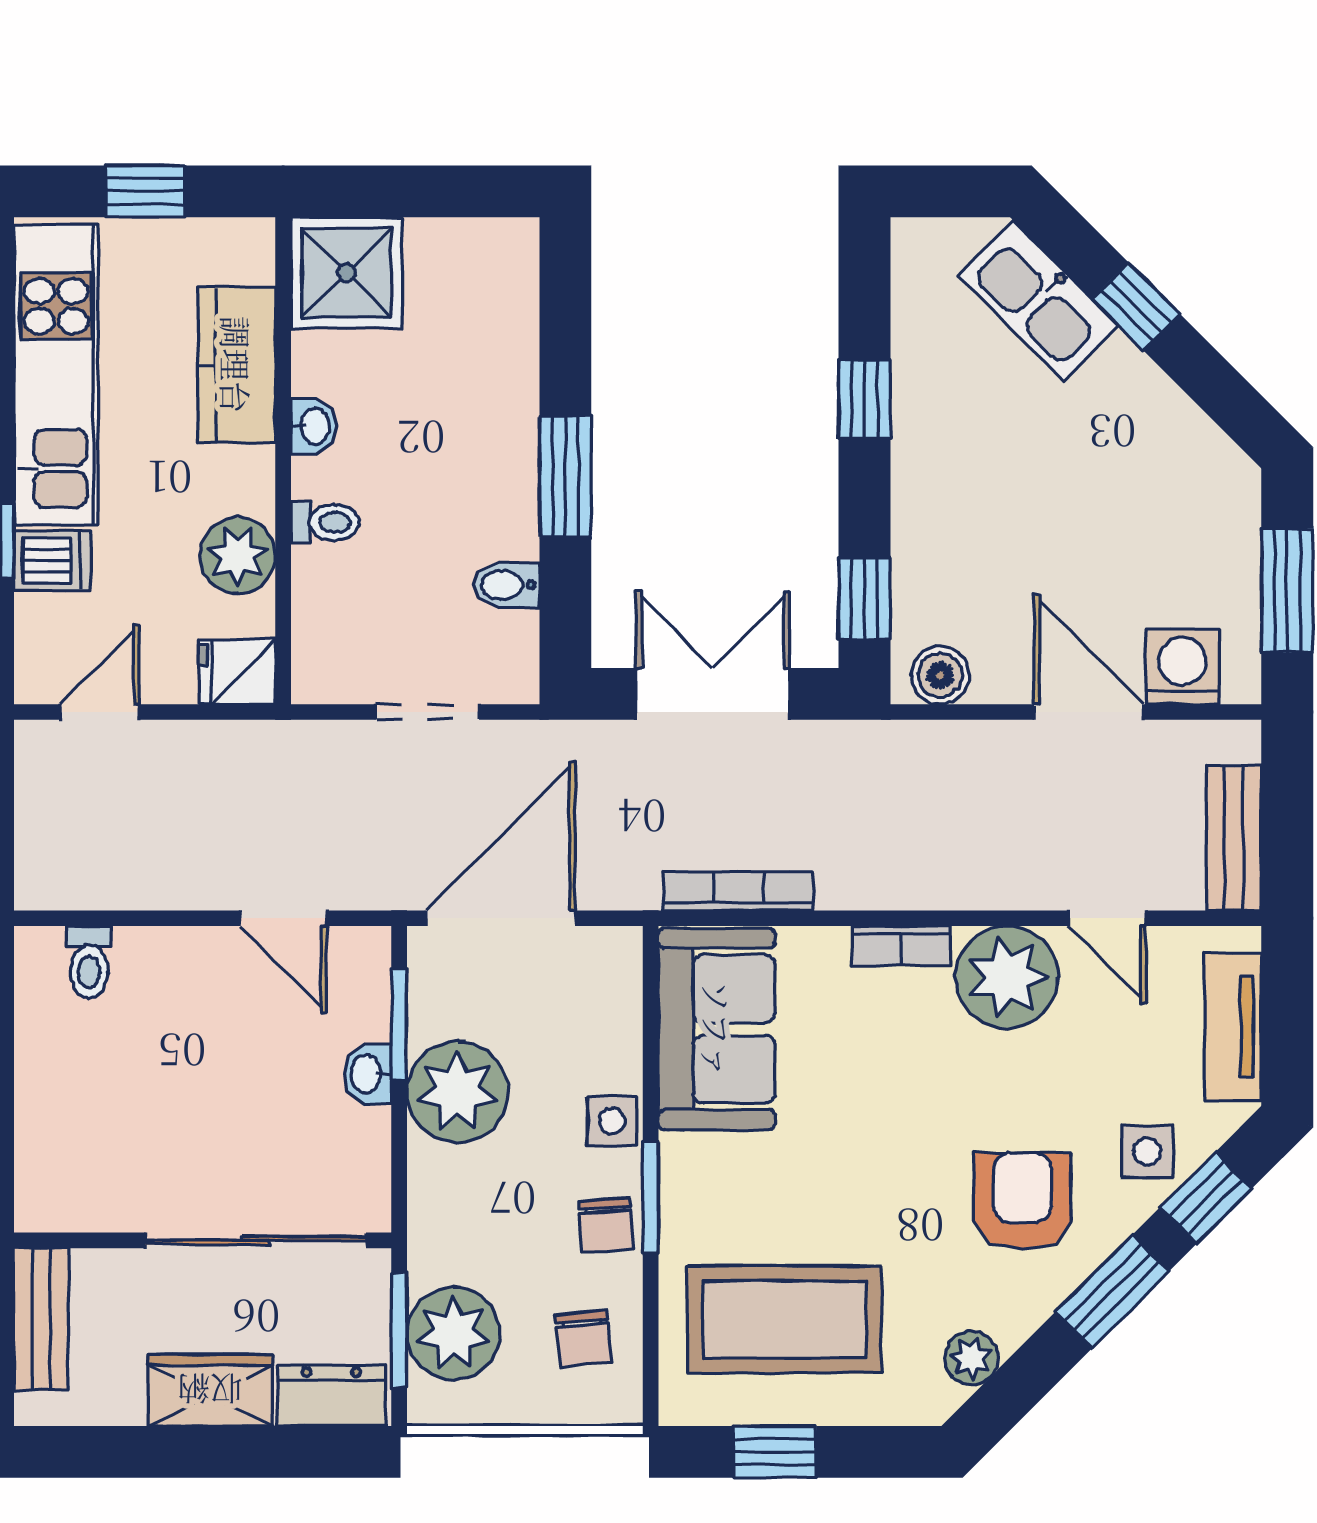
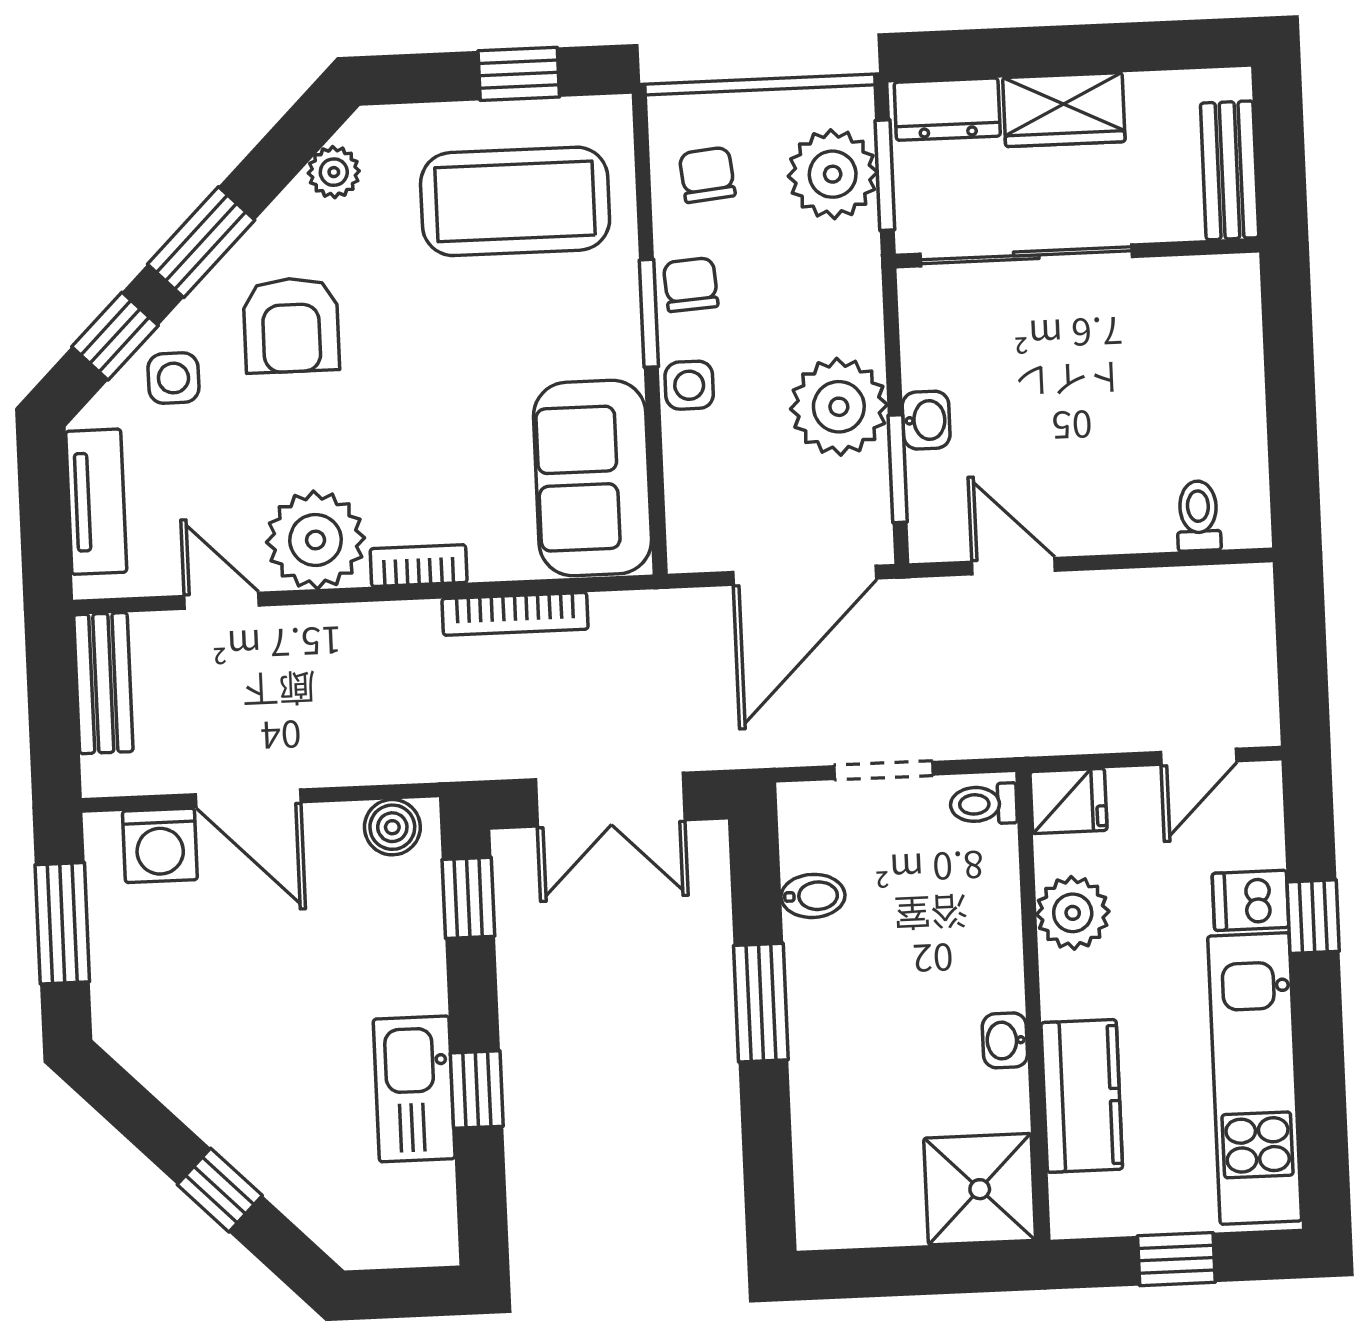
kitchen sink: (1038, 301) -> (414, 1089), moved, turned -135
toilet: (325, 522) -> (984, 804), moved
bookcase: (738, 891) -> (515, 614), moved

